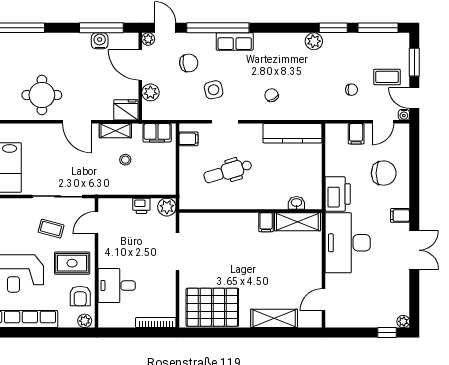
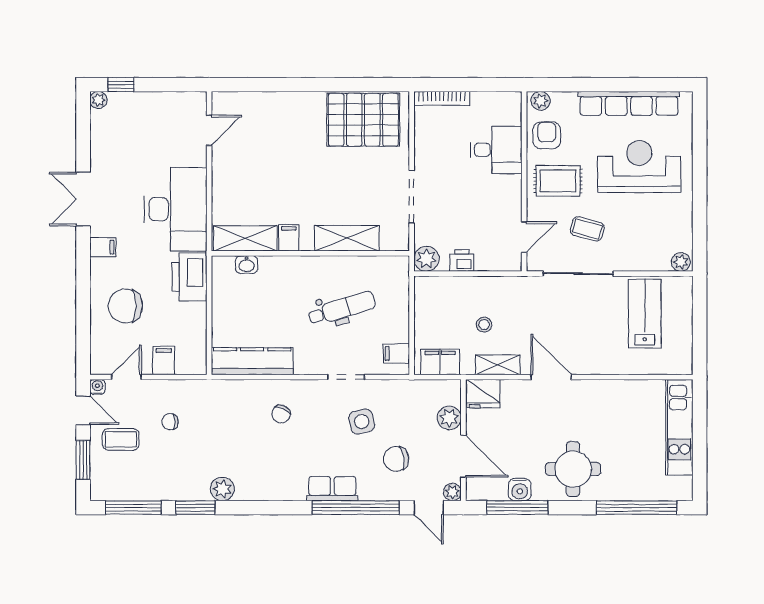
round table: (42, 95) -> (573, 469), moved
chair: (272, 95) -> (281, 414), turned 53
shelving: (274, 318) -> (347, 238), moved

